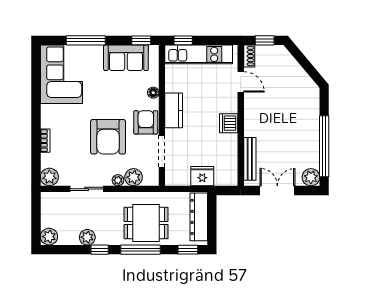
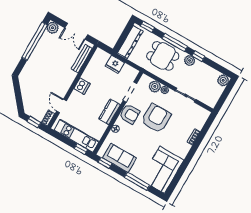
armchair: (146, 122) -> (130, 114), turned -90
plant: (49, 177) -> (203, 115), removed
plant: (87, 237) -> (190, 60), moved

